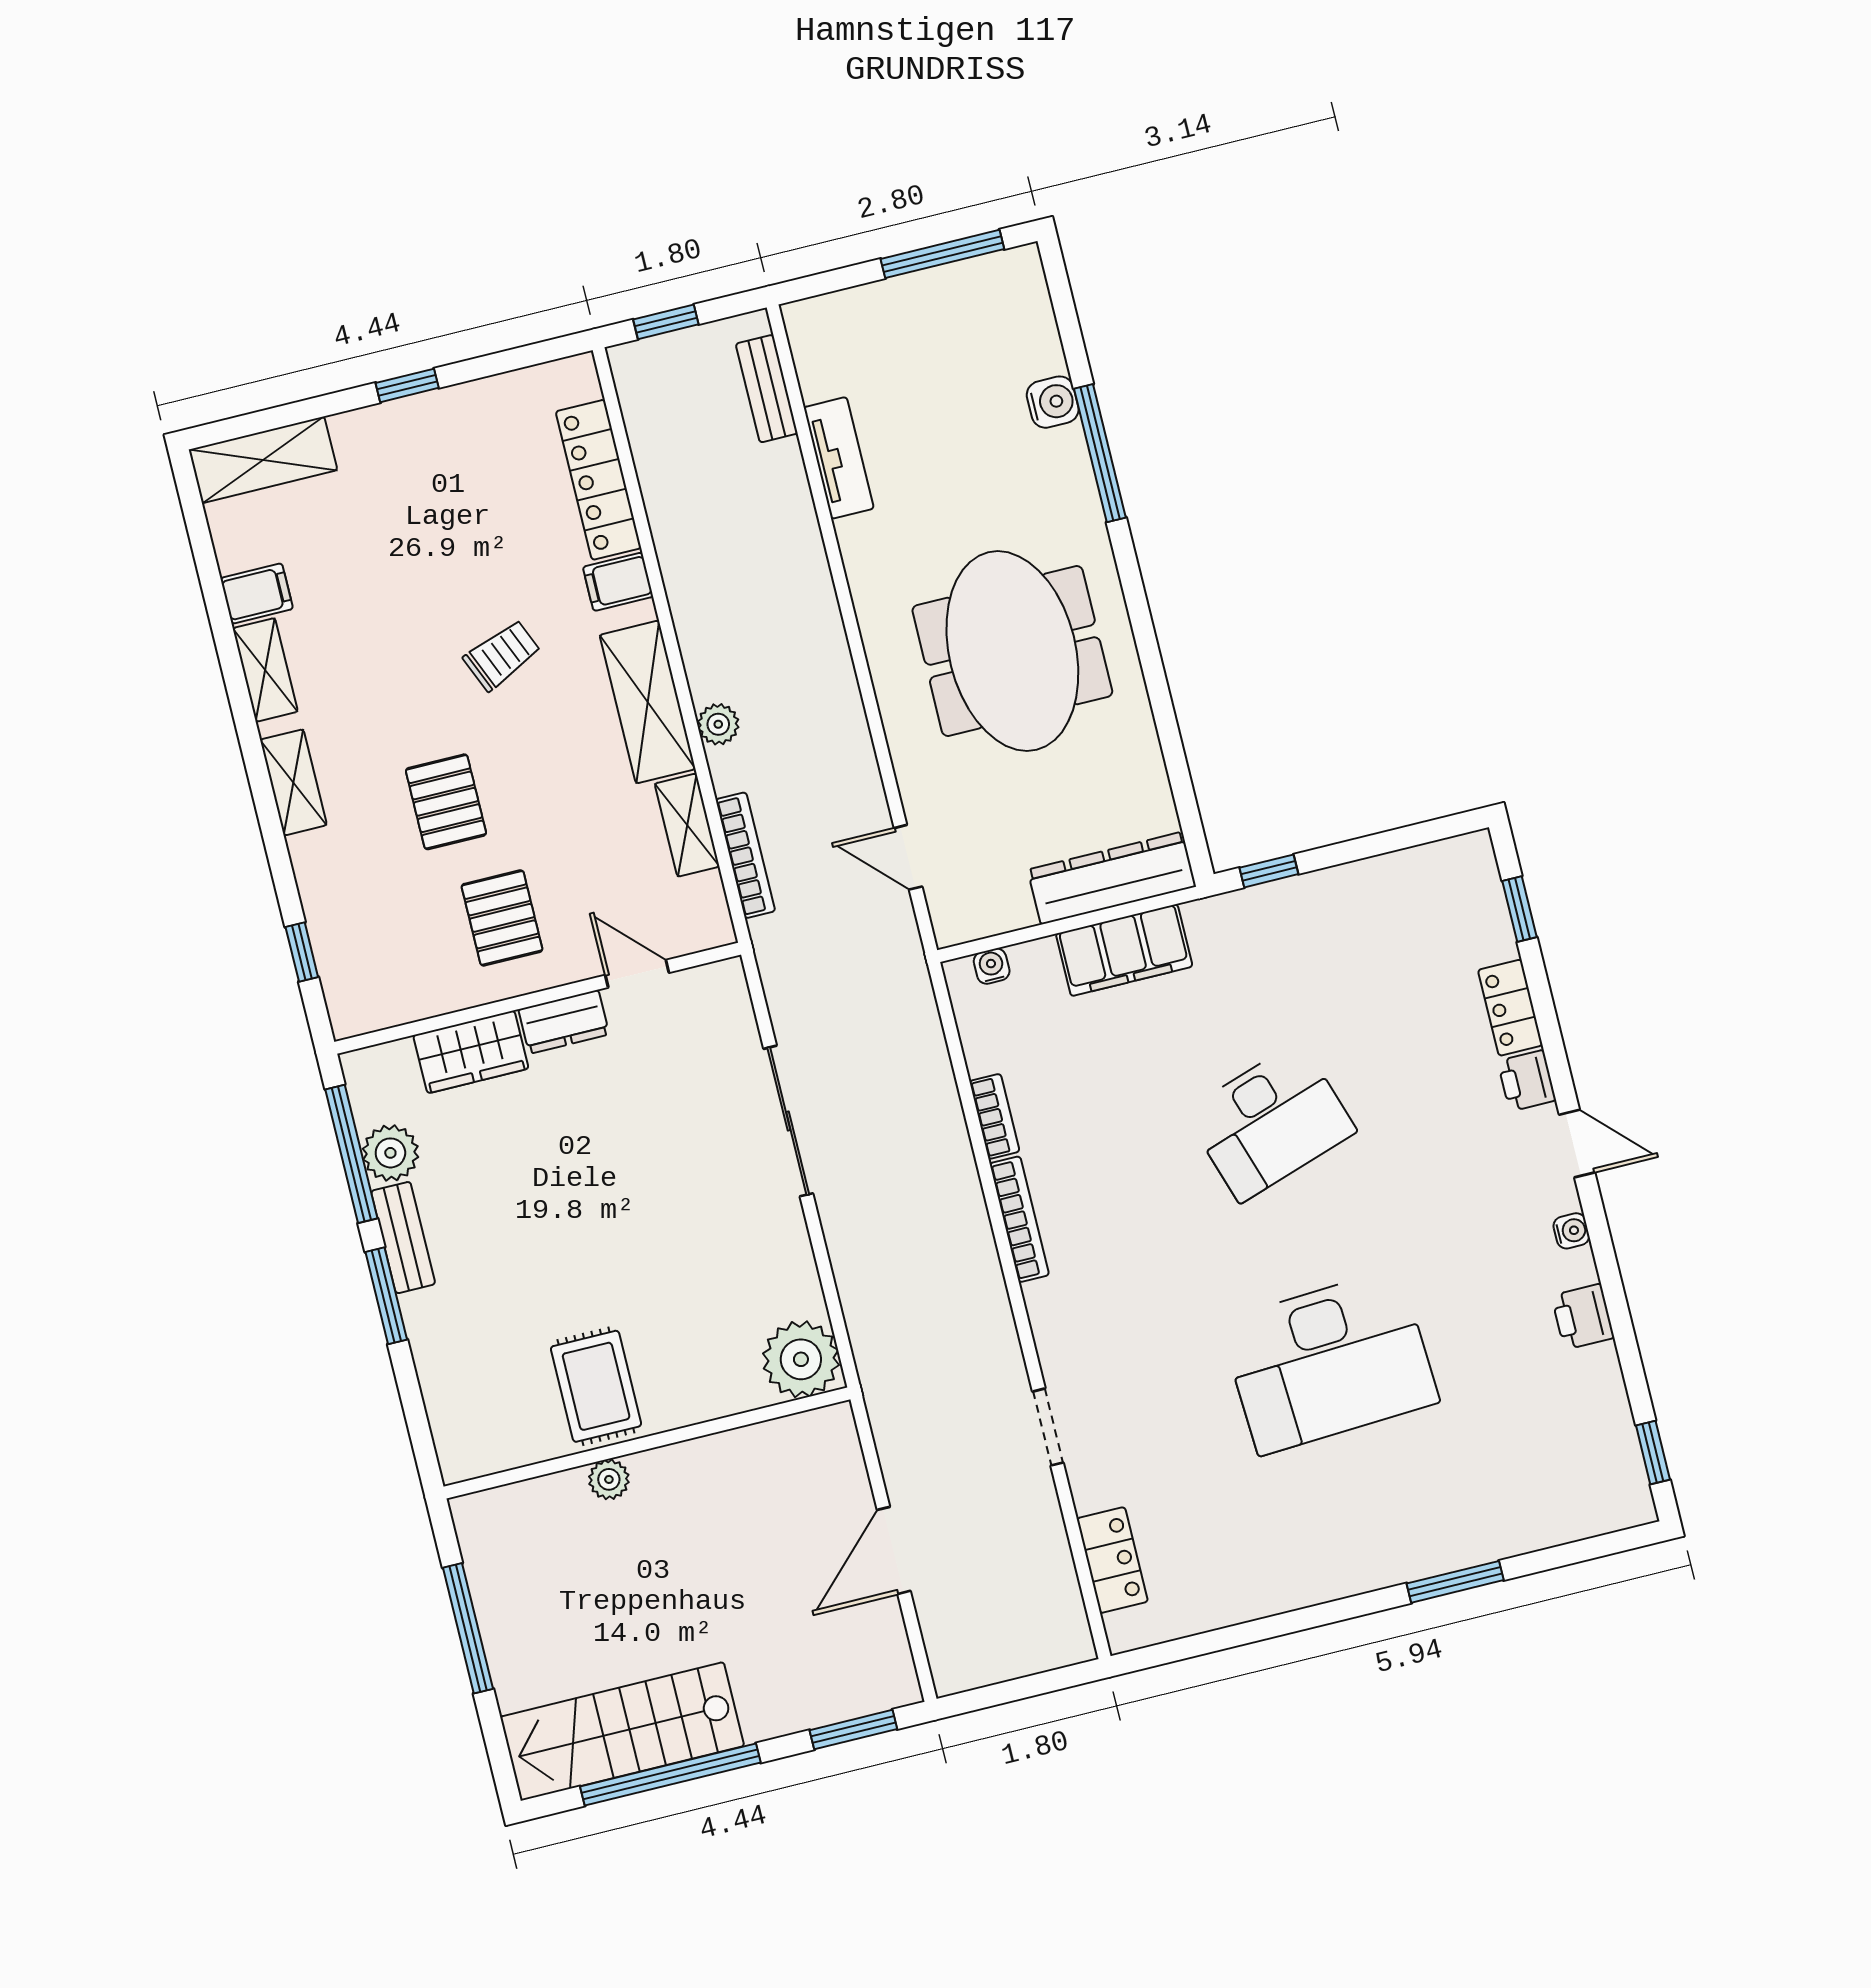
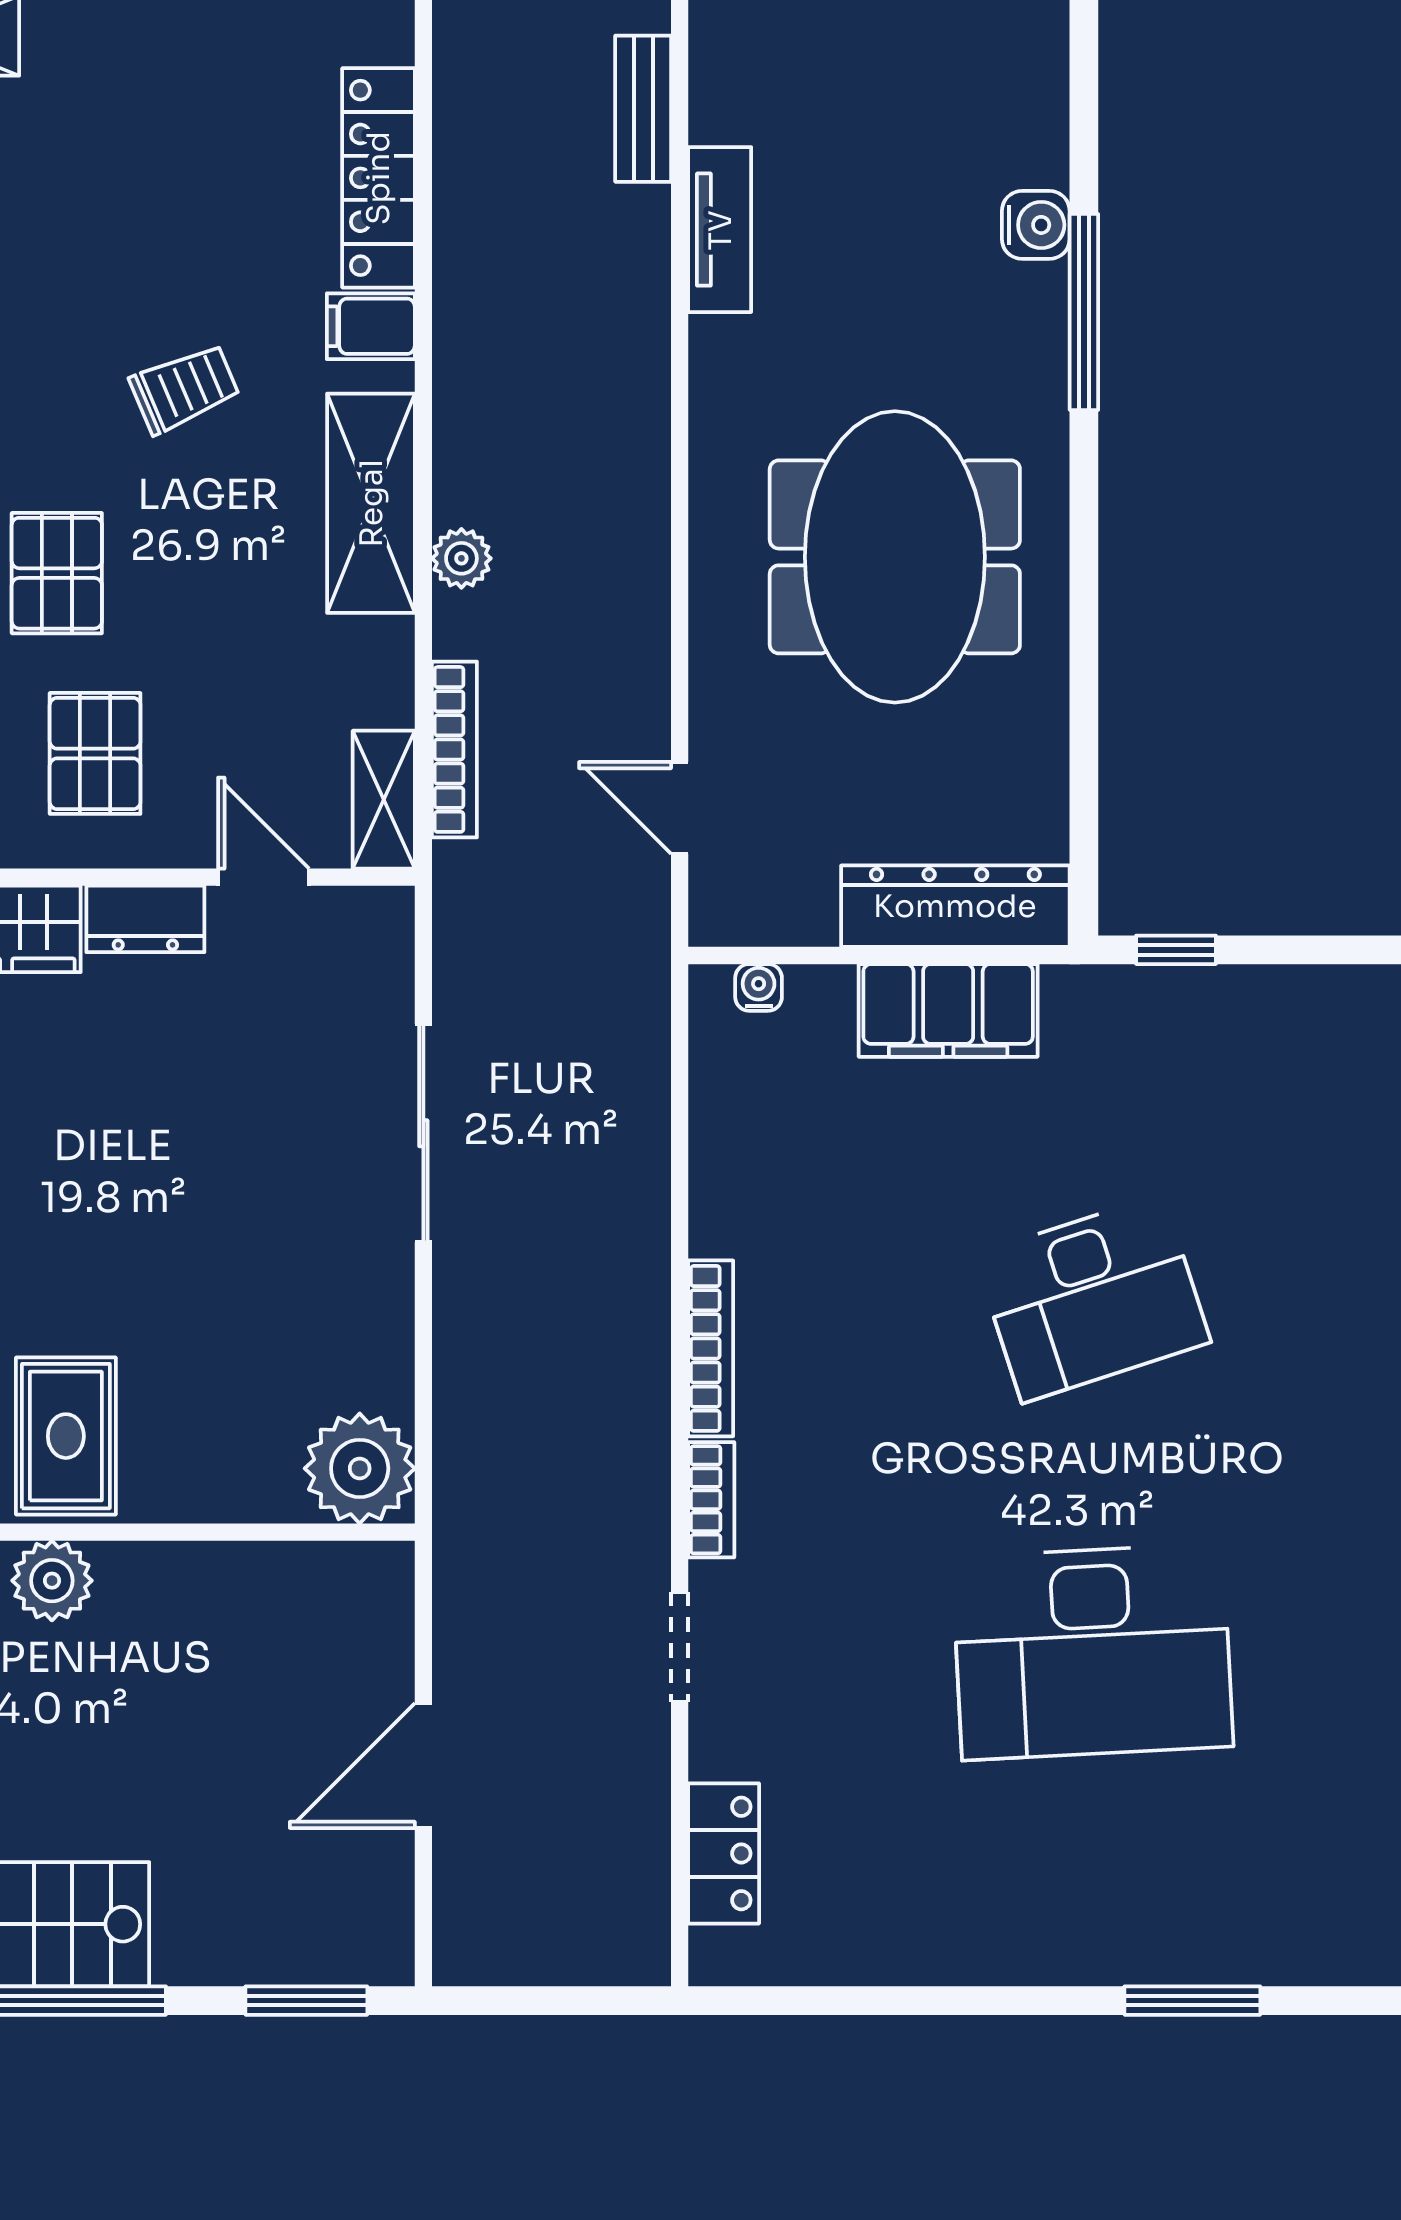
shelving: (687, 825) -> (384, 800), moved
bookcase: (994, 1116) -> (711, 1500), moved
plant: (609, 1479) -> (52, 1581), width x1.38, depth x1.38

